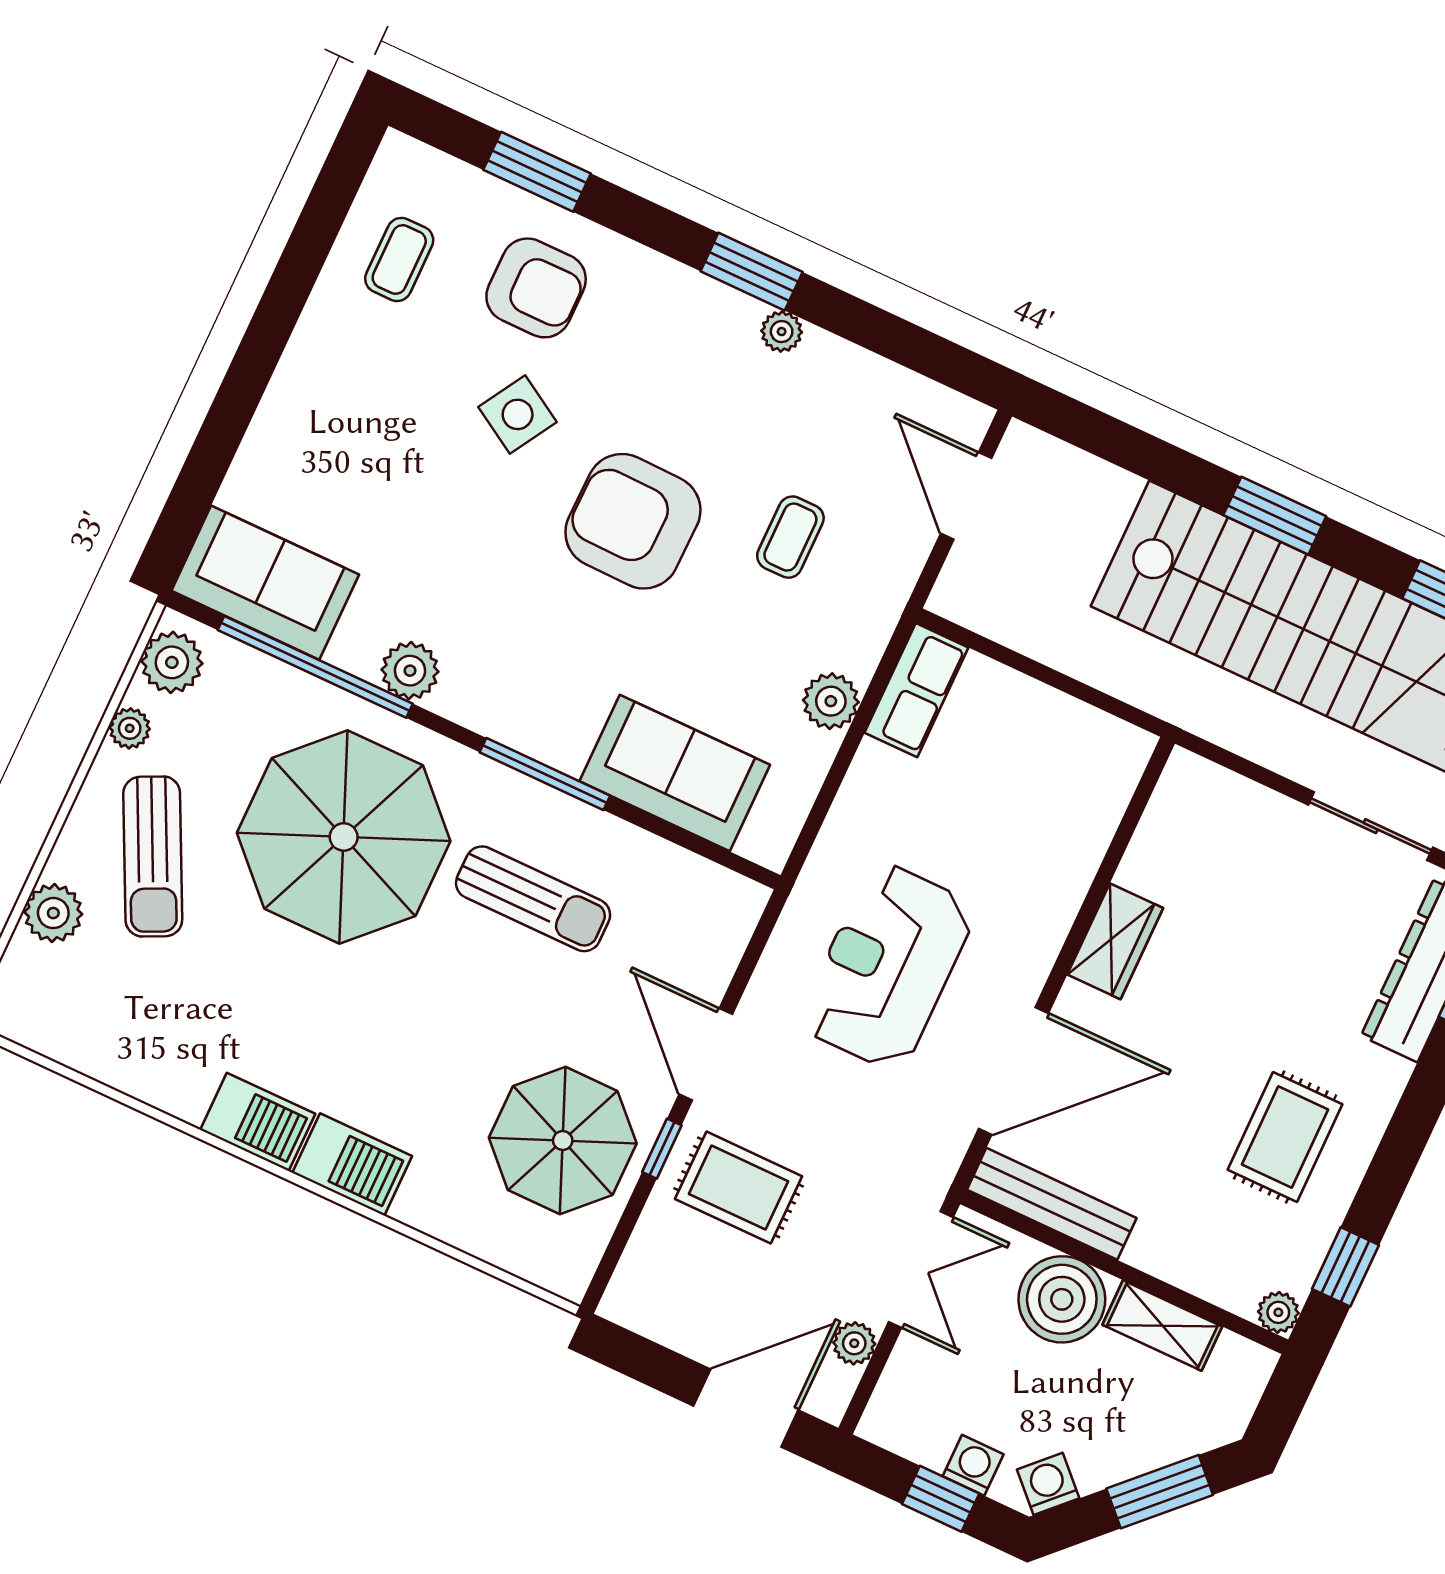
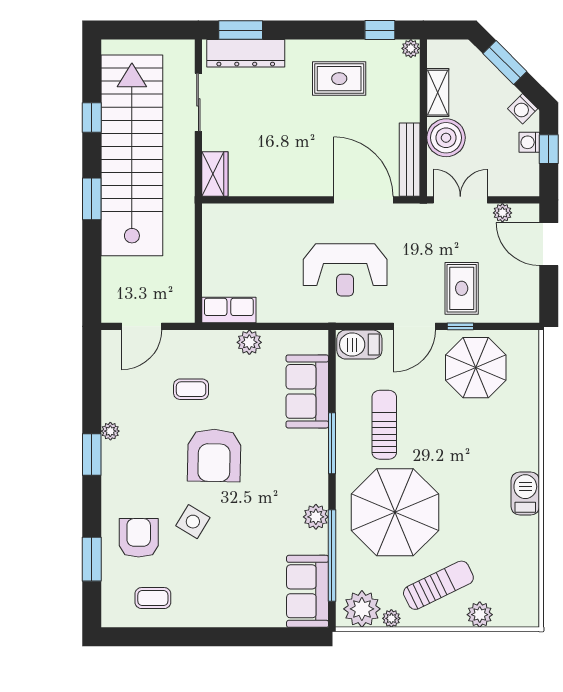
plant: (172, 662) -> (362, 609), width x1.36, depth x1.36
wardrobe: (1115, 941) -> (215, 174), moved, turned 90
barbecue: (352, 1165) -> (359, 345), moved, turned -90

